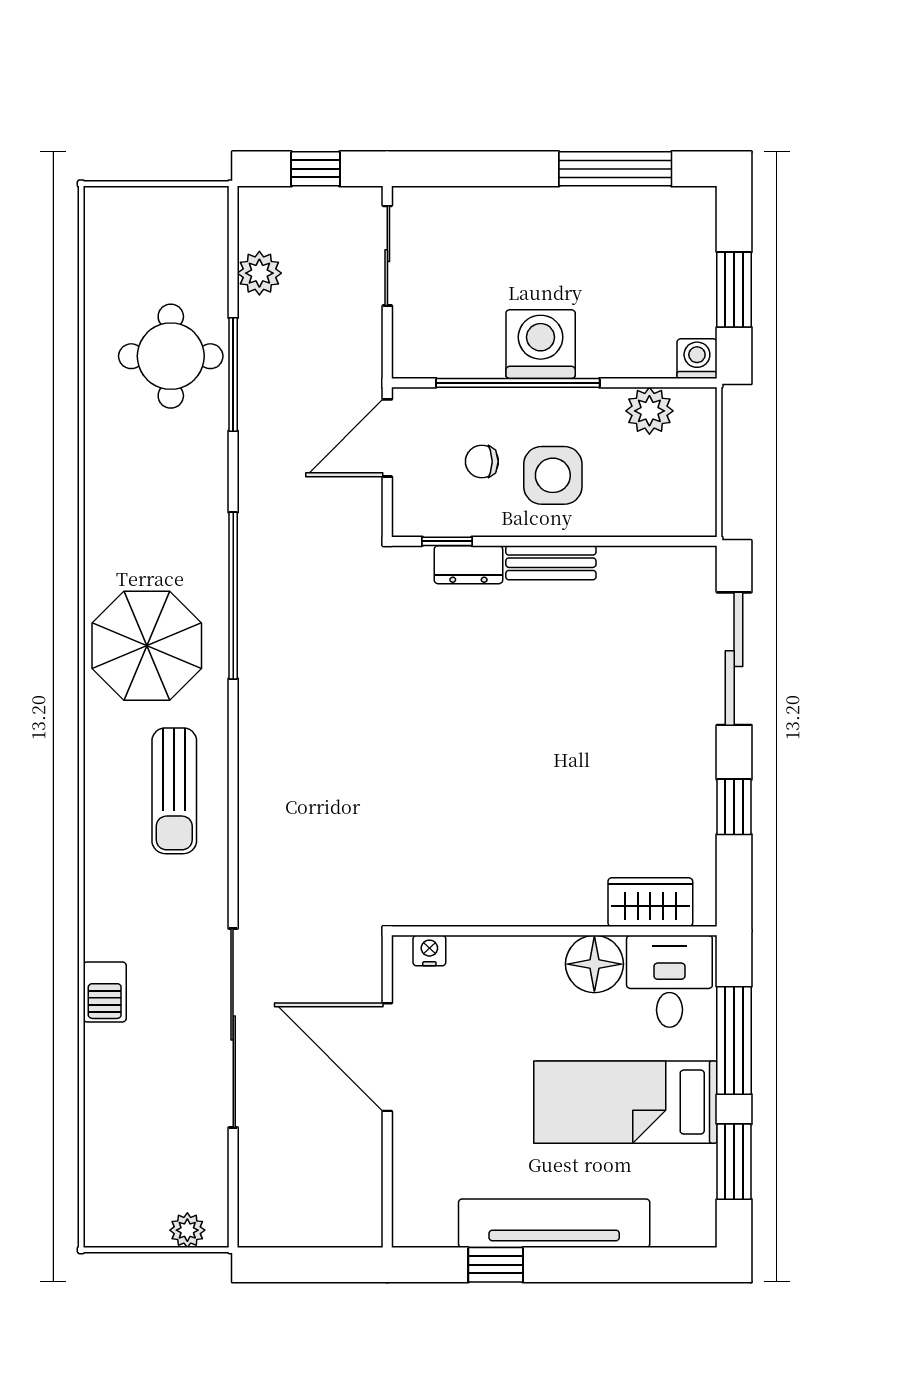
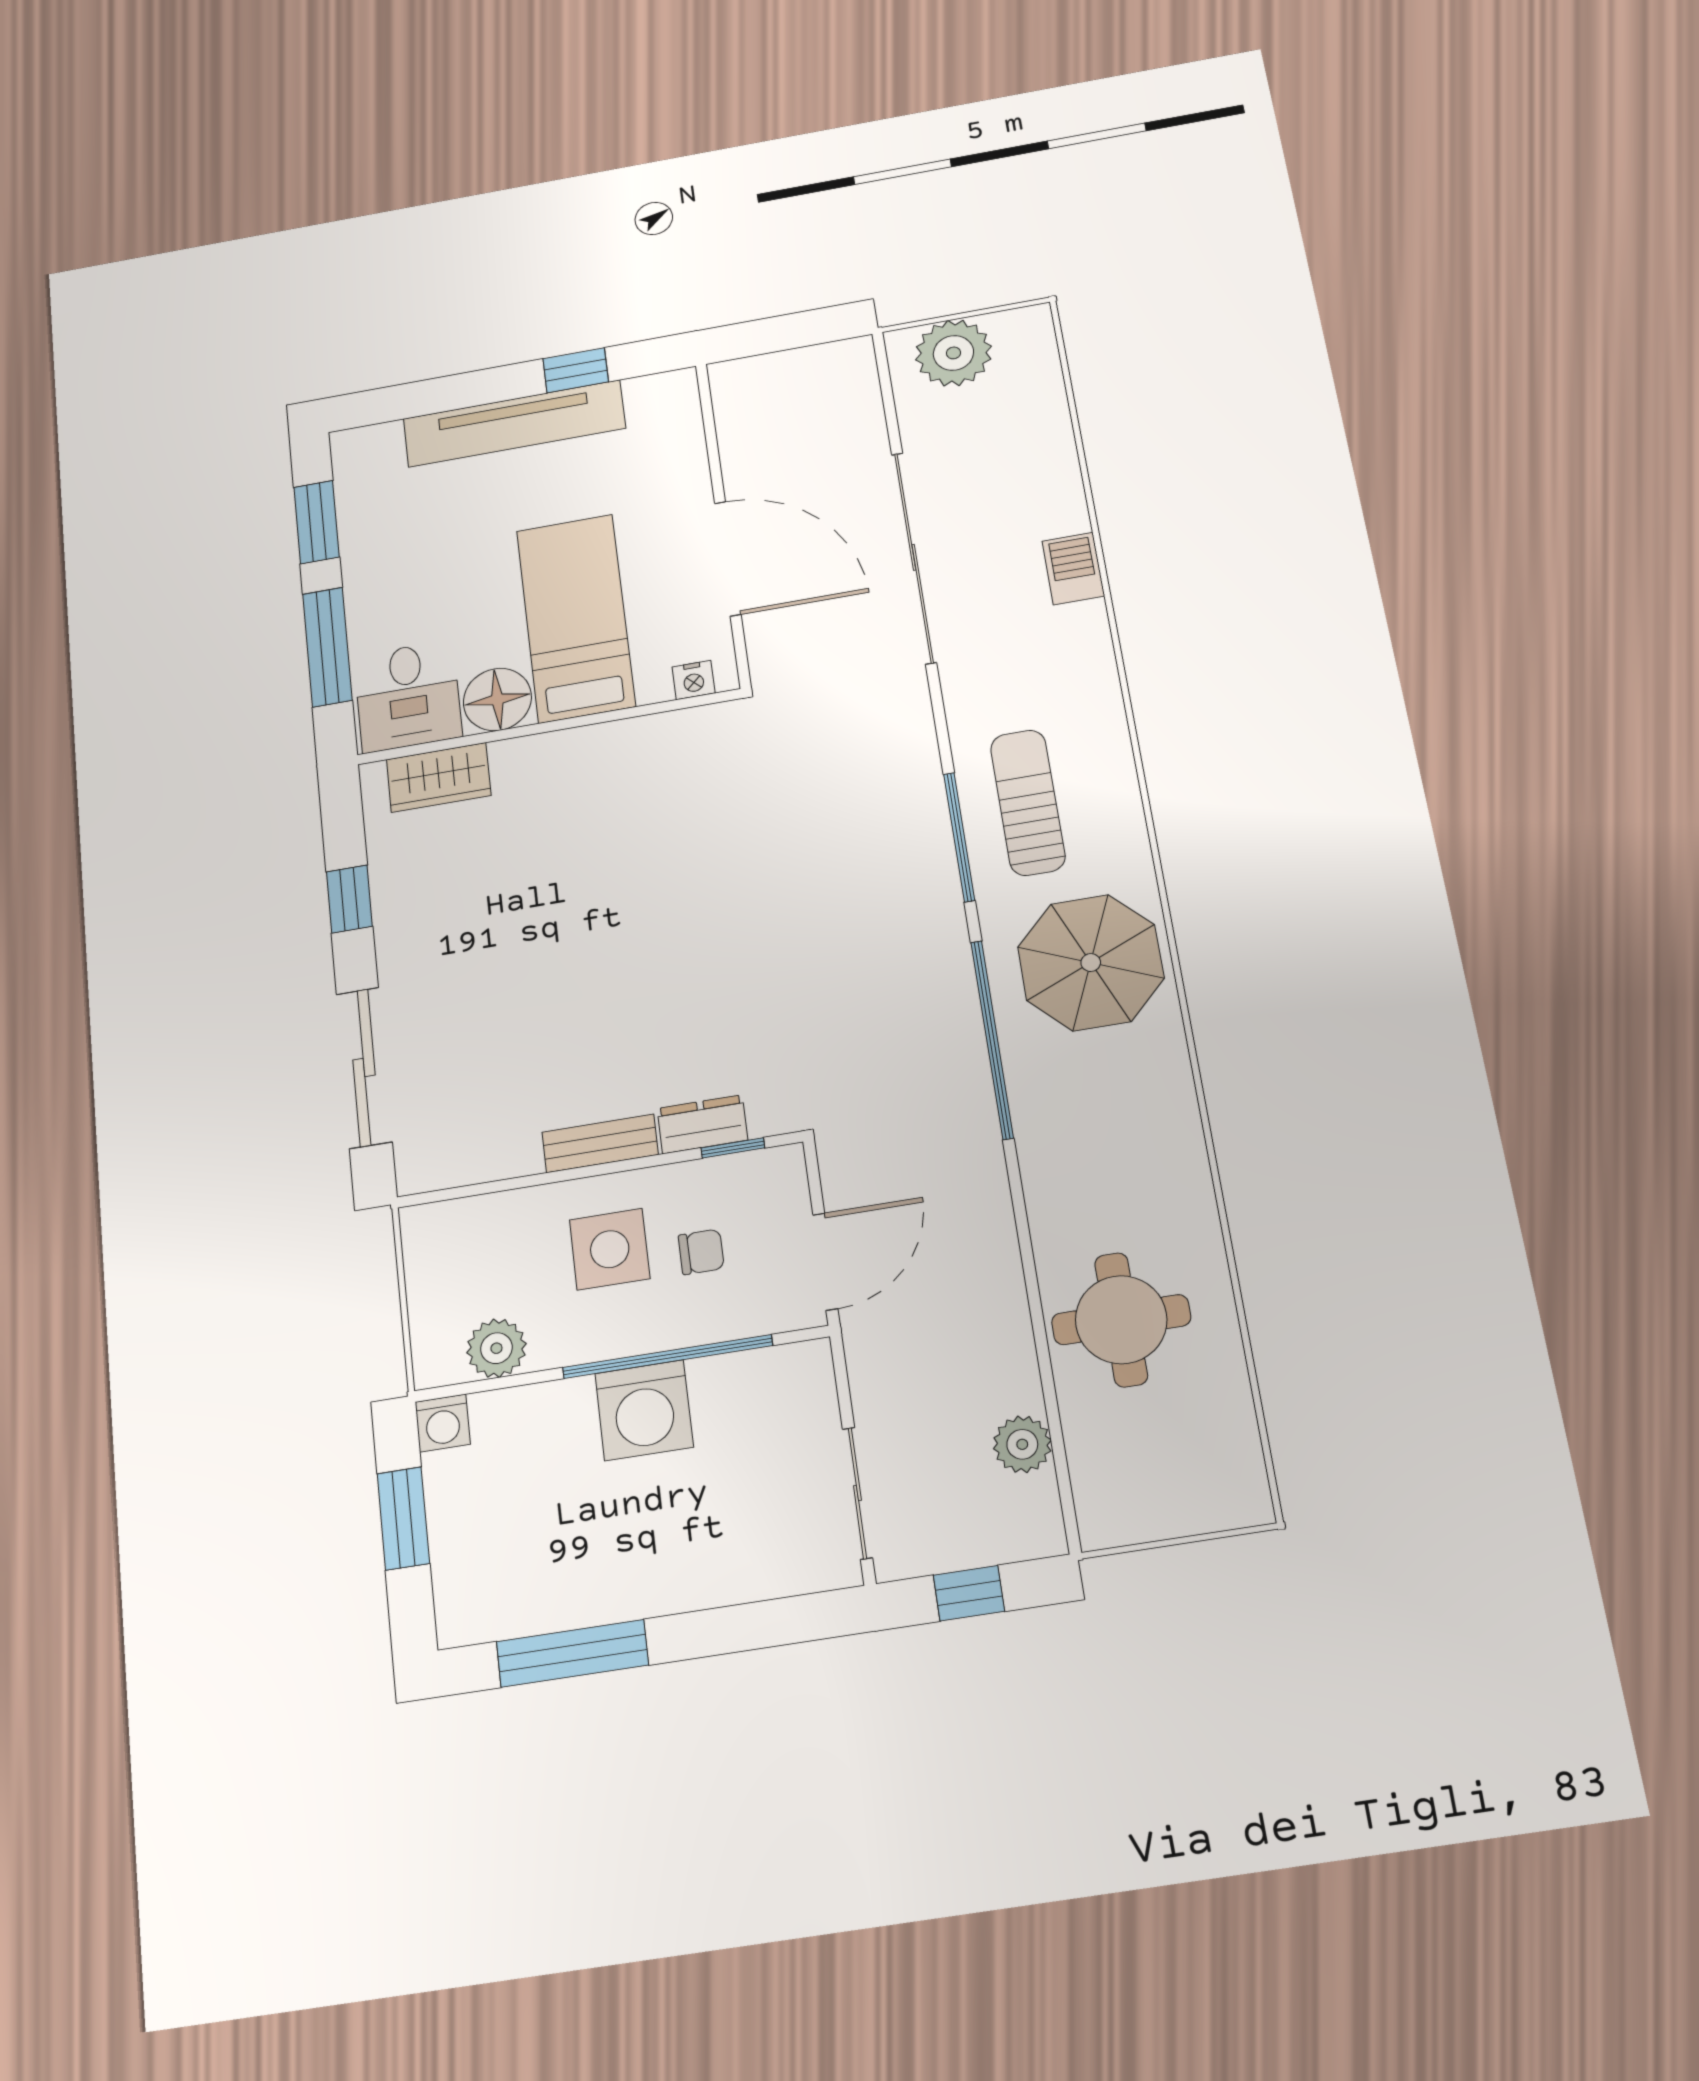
window: (233, 374) -> (959, 837), moved
bed: (625, 1102) -> (576, 618), moved, turned -90
plant: (187, 1230) -> (953, 353), width x1.88, depth x1.88

